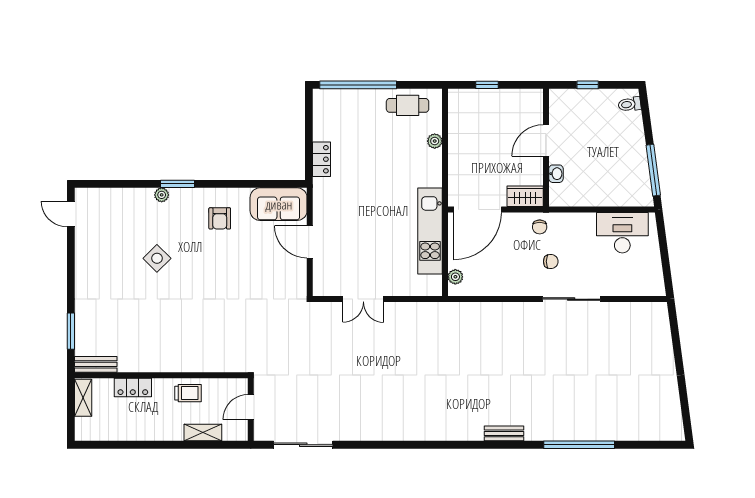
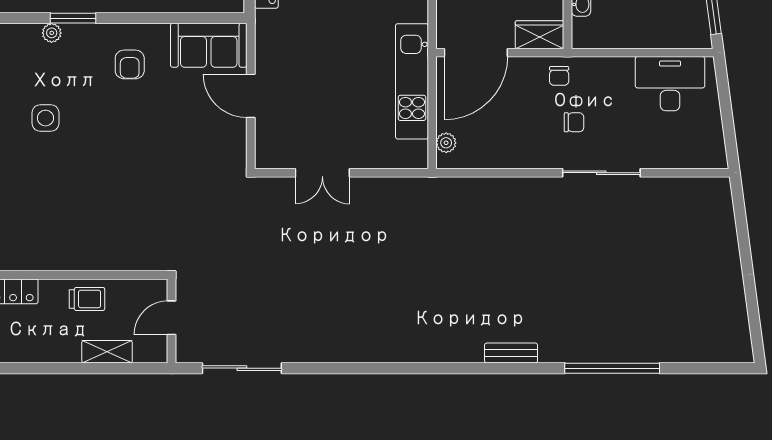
side table: (157, 258) -> (46, 118), turned 45

